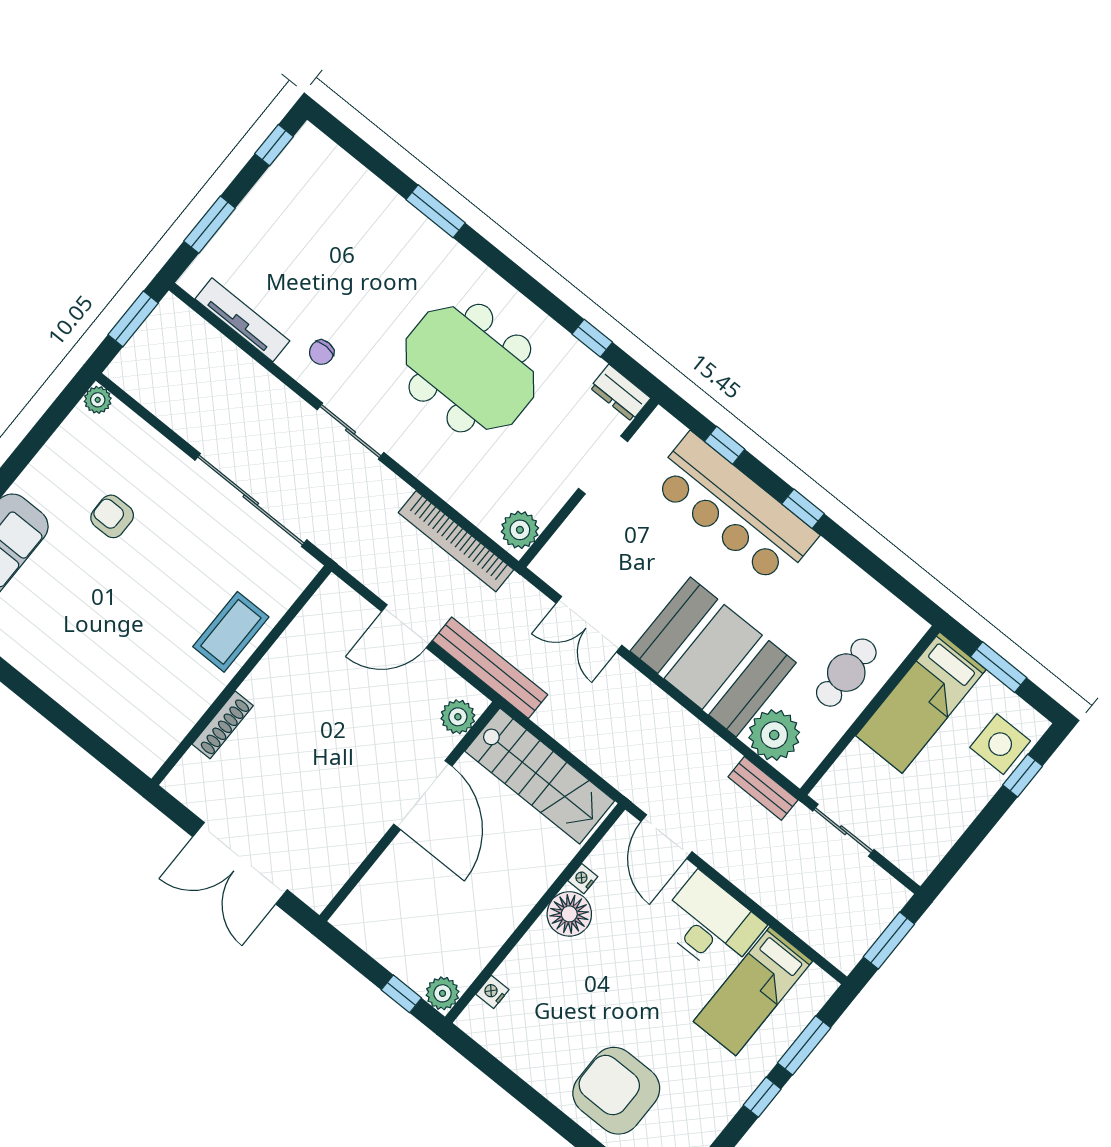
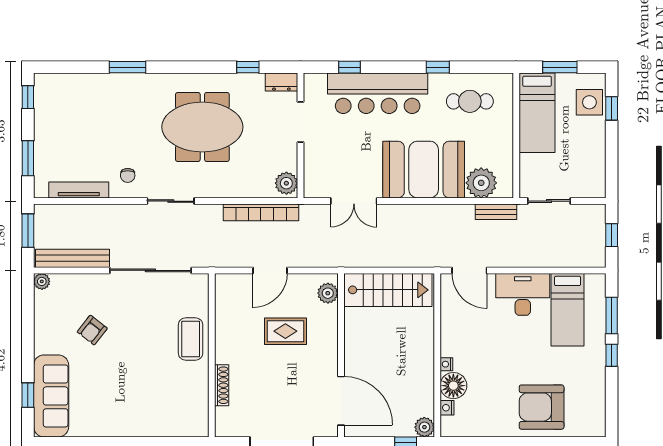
window: (803, 509) -> (438, 67), moved
armchair: (112, 516) -> (92, 330), turned -52
bench: (490, 668) -> (72, 258), moved
cafe table: (846, 673) -> (470, 101), moved, turned 90
rug: (363, 722) -> (285, 331), added
door: (423, 795) -> (341, 401), moved
nightstand: (583, 879) -> (446, 364), moved
floor lamp: (569, 914) -> (453, 386), moved
window: (889, 941) -> (612, 235), width x0.67

